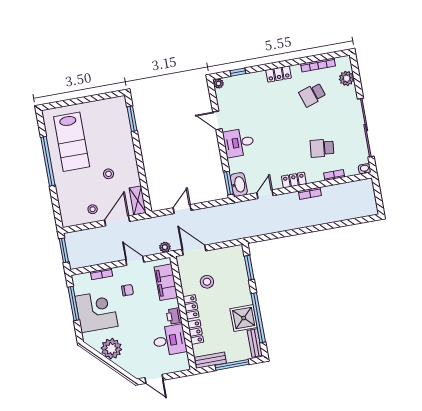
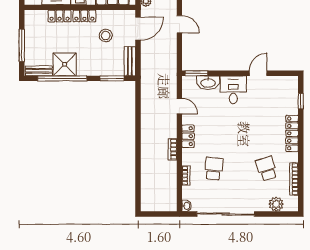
locker: (279, 74) -> (292, 133), width x1.53
plant: (218, 83) -> (293, 81), removed
washbasin: (239, 184) -> (208, 83), moved
bench: (210, 360) -> (130, 61), moved

